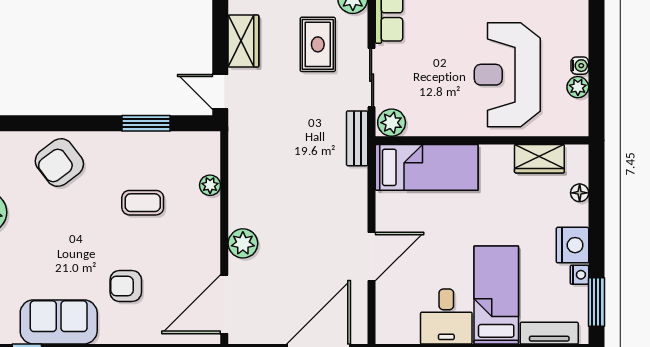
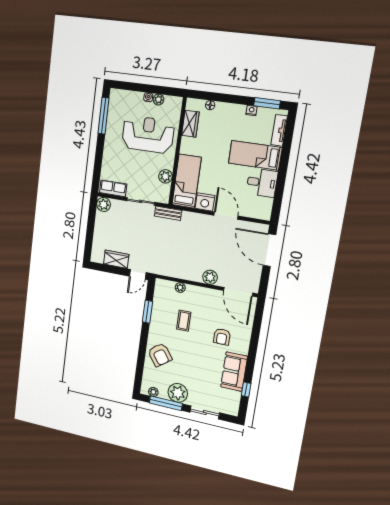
rug: (318, 44) -> (122, 225), removed
reception desk: (507, 75) -> (148, 134), turned 180
plant: (392, 123) -> (165, 176), moved
nightstand: (572, 245) -> (205, 202), moved, turned 180

